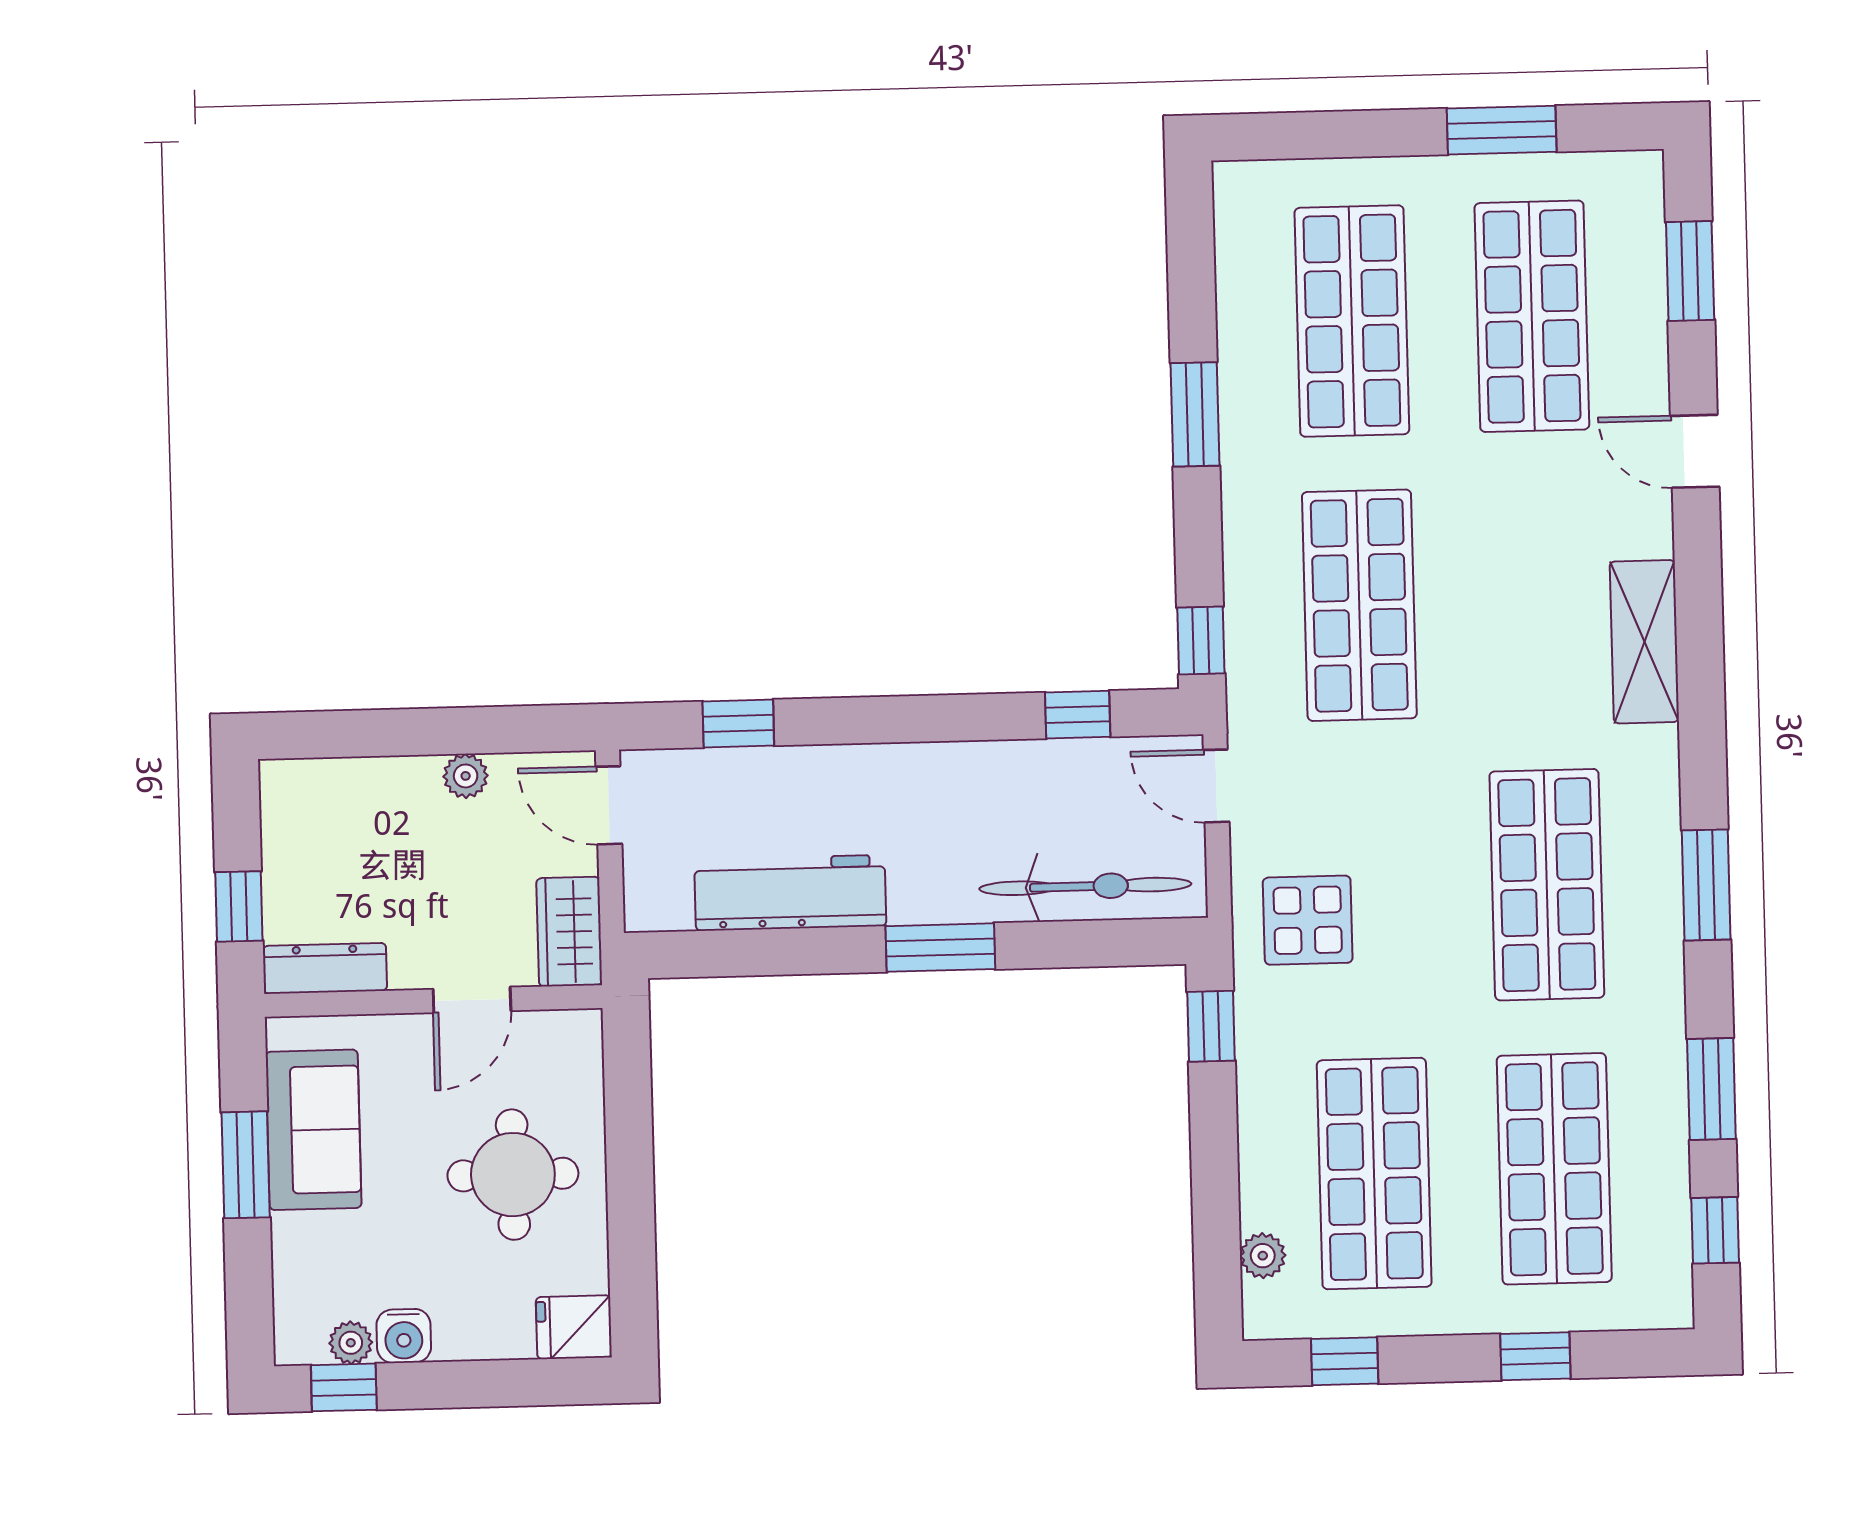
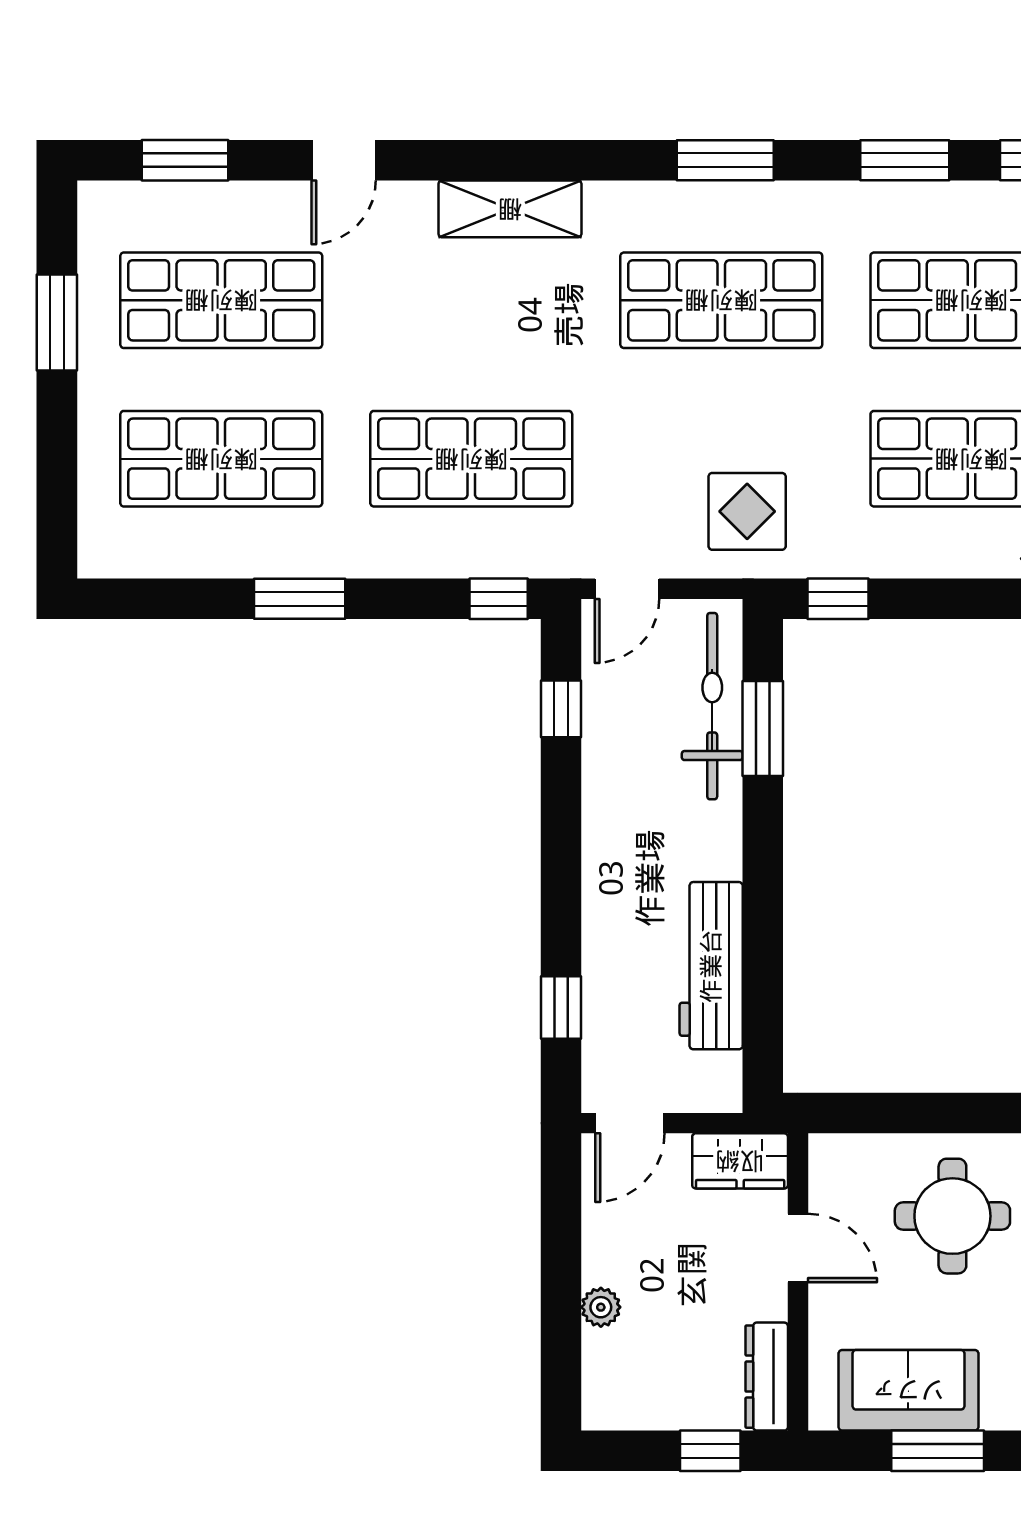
plant: (466, 776) -> (601, 1307), moved
window: (940, 948) -> (763, 729), moved

